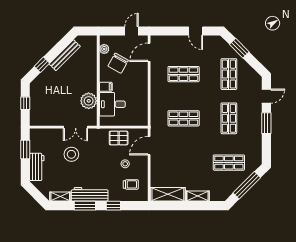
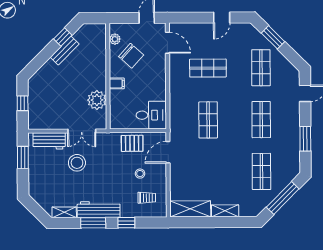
door: (196, 31) -> (222, 18), hinge flipped
door: (149, 52) -> (167, 43), swing flipped
bench: (65, 55) -> (65, 51), width x0.73
chair: (118, 63) -> (131, 56), turned -77
window: (42, 65) -> (63, 37), moved
desk: (112, 104) -> (151, 115), moved, turned 180
shop shelf: (184, 118) -> (208, 120), turned 90
window: (266, 123) -> (305, 139), moved
shop shelf: (229, 163) -> (261, 171), turned 90
workbench: (37, 167) -> (49, 141), moved, turned 90

